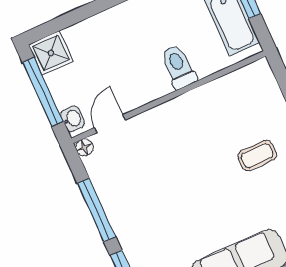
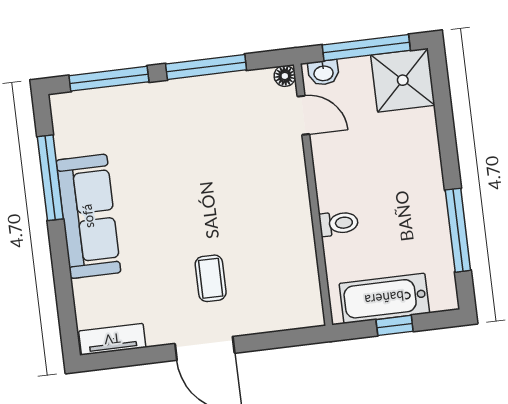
shower: (51, 53) -> (403, 80), width x1.36, depth x1.36
toilet: (179, 67) -> (339, 223), width x0.73, depth x0.72

